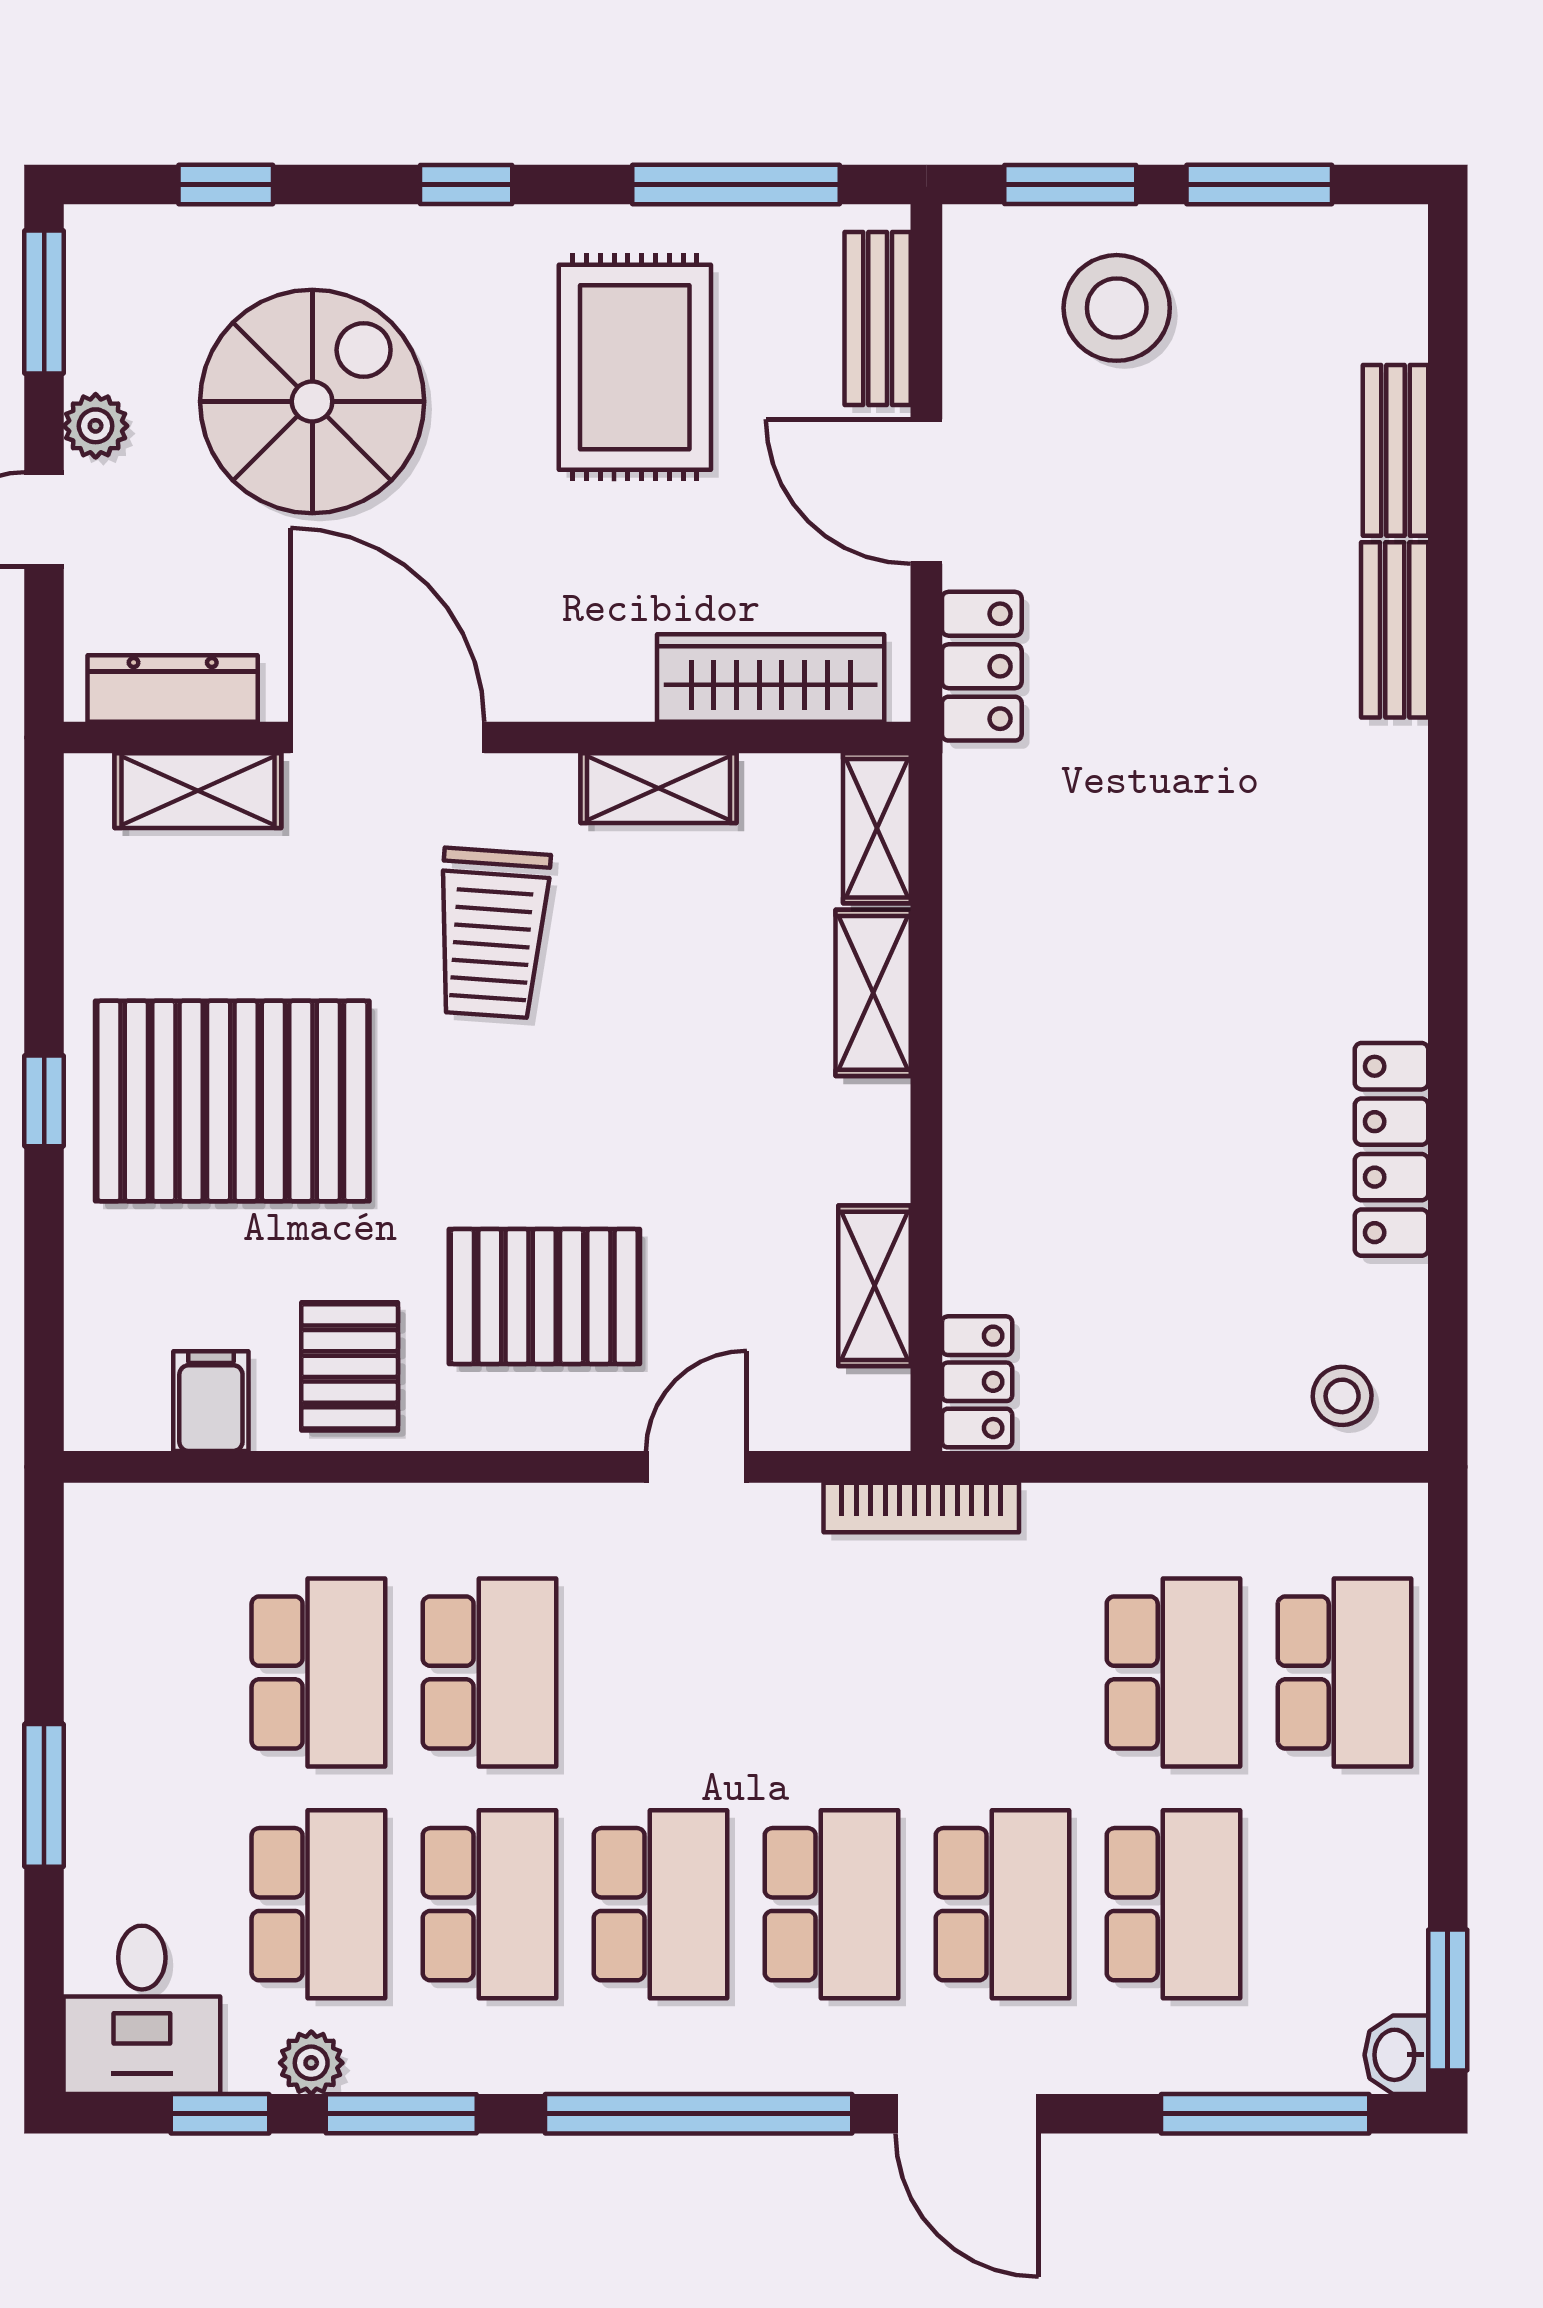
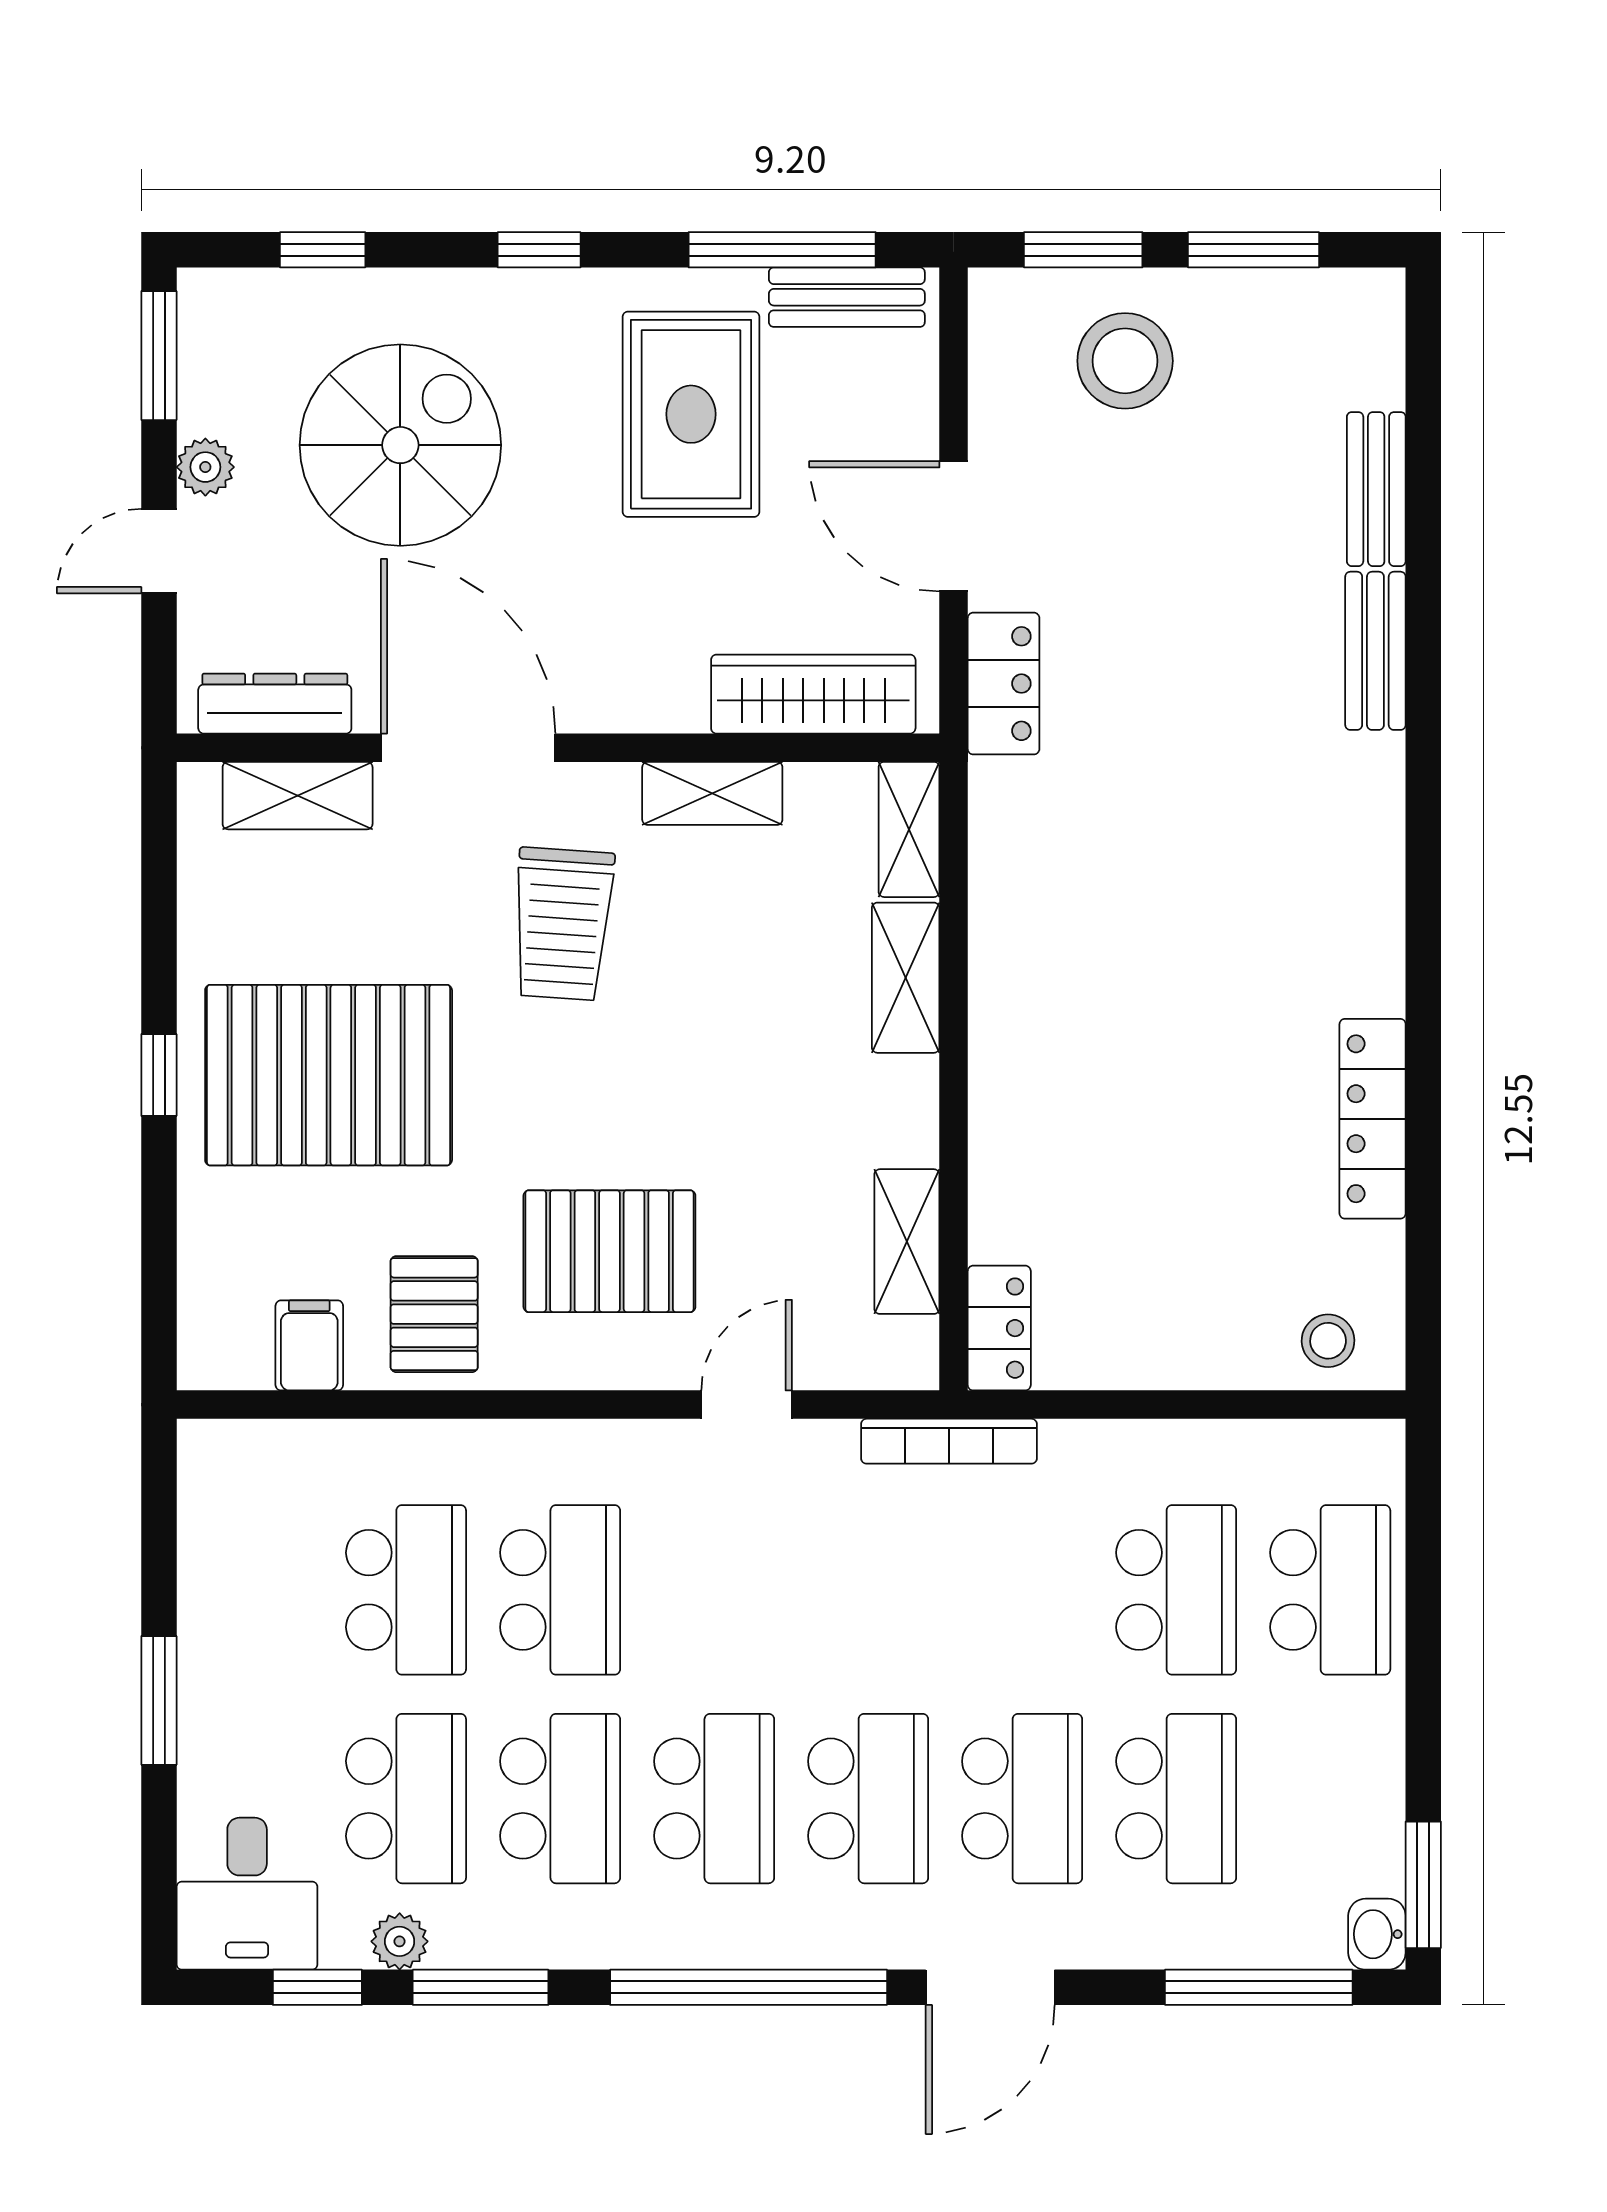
bench: (878, 318) -> (847, 297), moved, turned 90
door: (967, 2114) -> (990, 1987), hinge flipped

